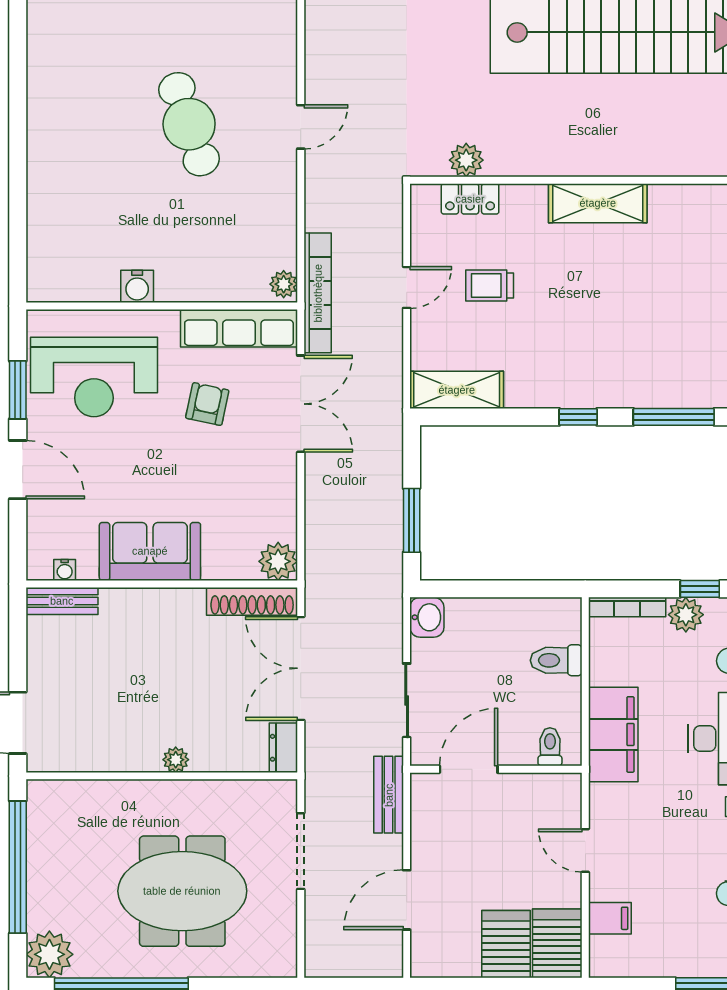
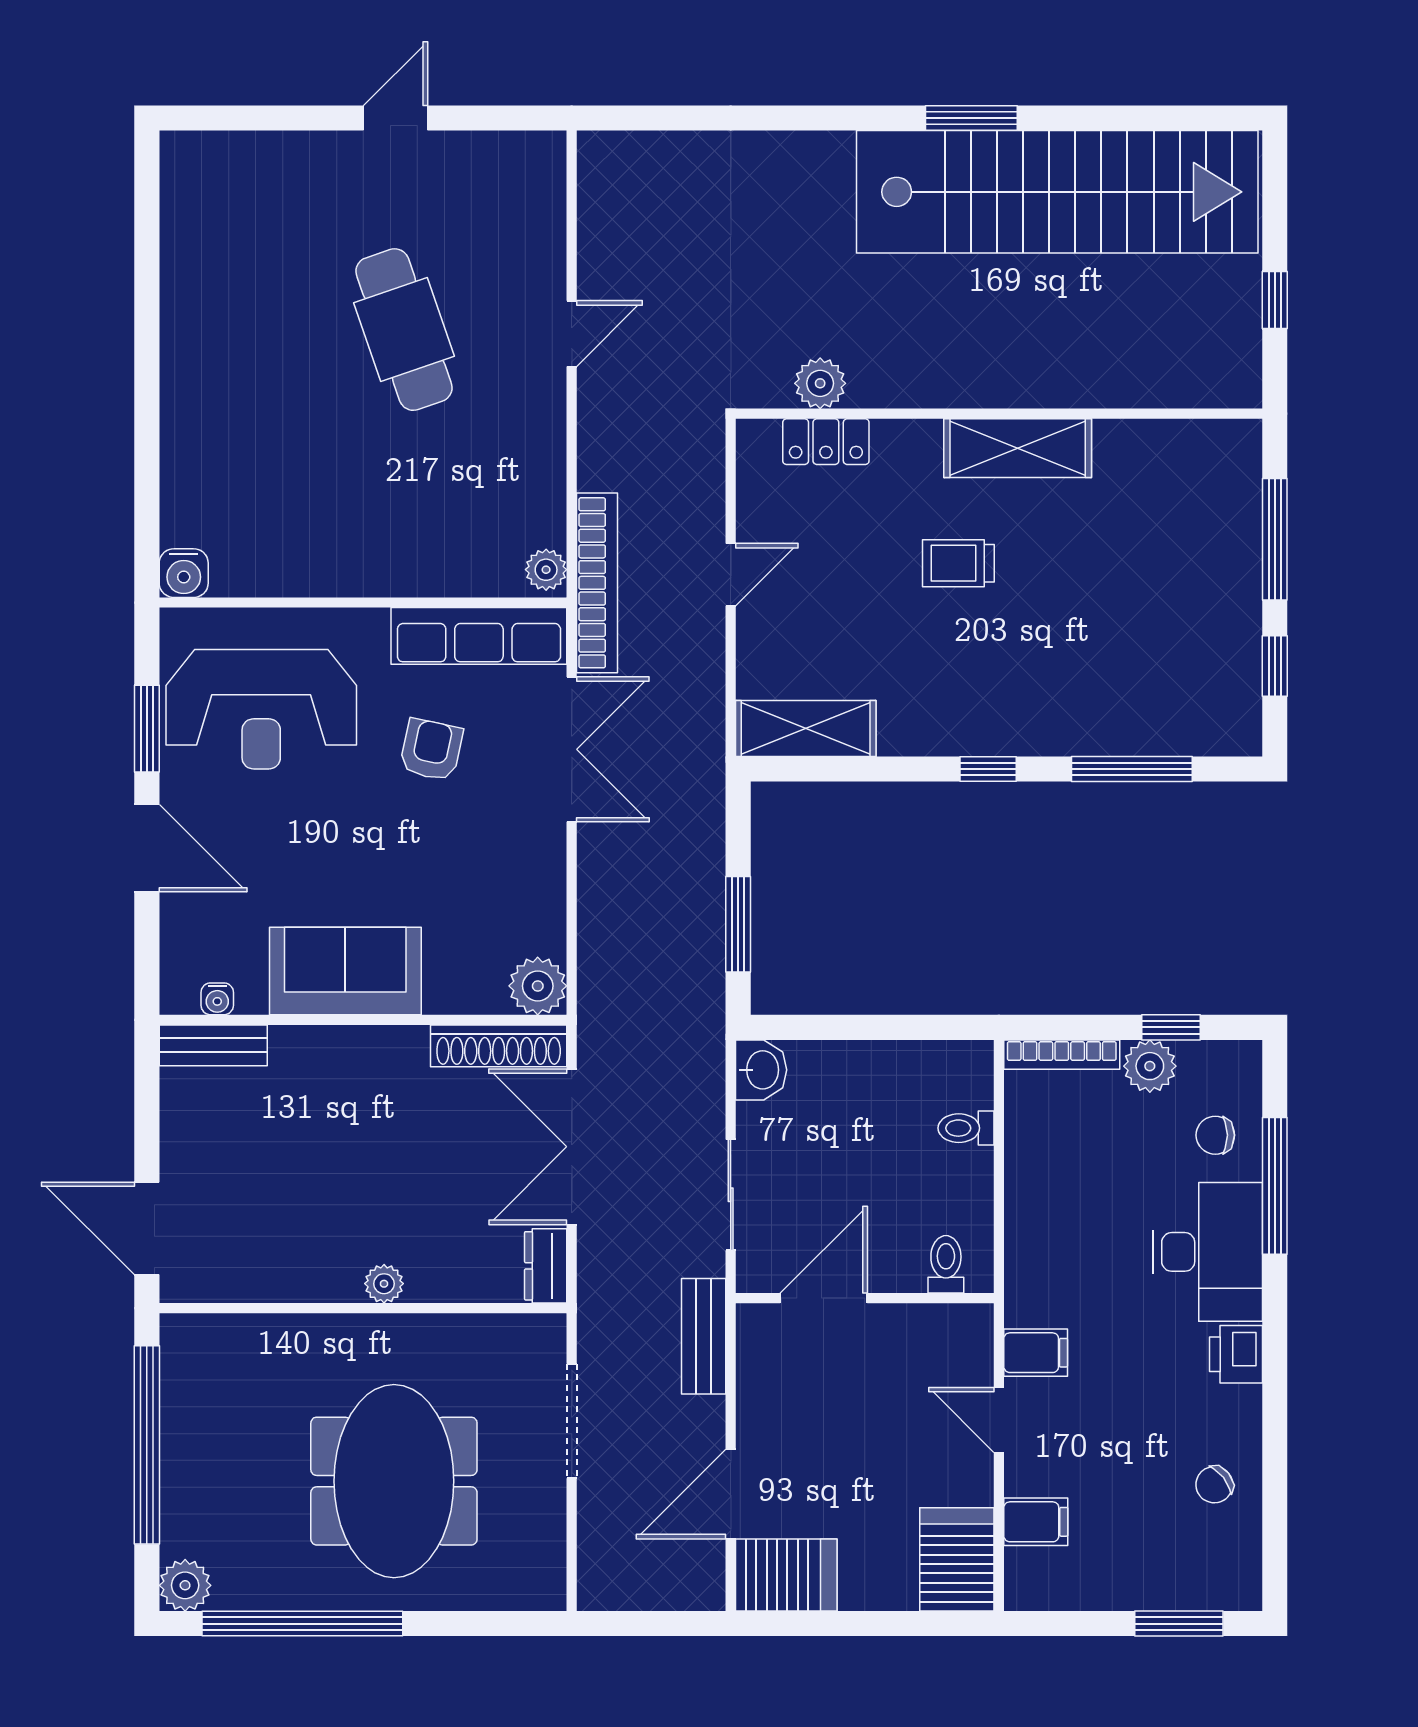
trolley: (490, 285) -> (958, 563), moved
water cooler: (137, 286) -> (184, 573), moved
toilet: (556, 660) -> (966, 1128), width x0.73, depth x0.72
filing cabinet: (613, 734) -> (1036, 1353), moved, width x0.33, depth x0.86
meeting table: (182, 891) -> (394, 1481), turned 90
server rack: (506, 944) -> (786, 1575), moved, turned 90
plant: (49, 954) -> (185, 1585), width x0.73, depth x0.73

